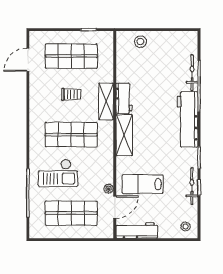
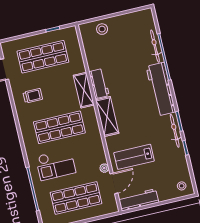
trolley: (71, 94) -> (33, 96), moved
bicycle: (192, 186) -> (175, 131), moved

